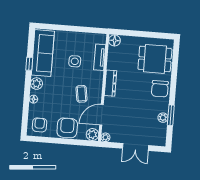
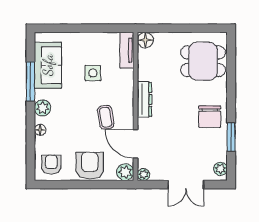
sofa: (43, 53) -> (48, 65), width x0.73
tv unit: (100, 57) -> (127, 50), moved
window: (29, 64) -> (30, 81), width x2.17
chair: (160, 89) -> (210, 117), moved
door: (102, 115) -> (136, 144), hinge flipped
plant: (163, 118) -> (220, 169), moved

